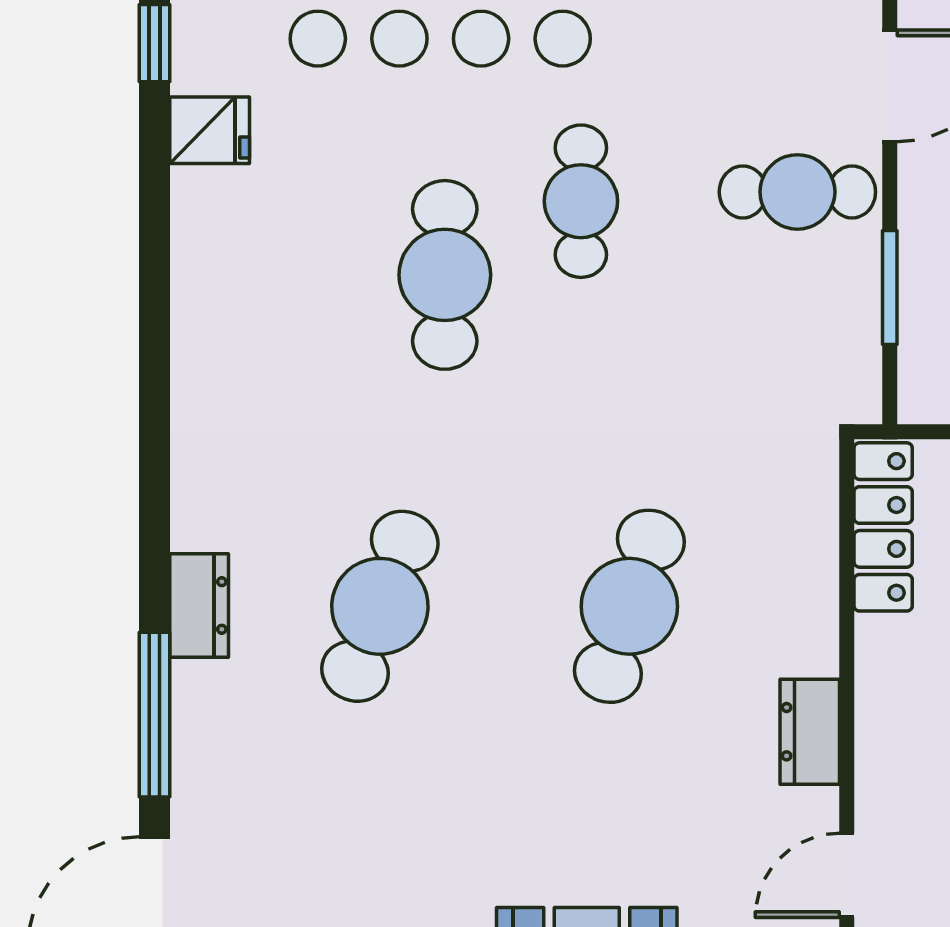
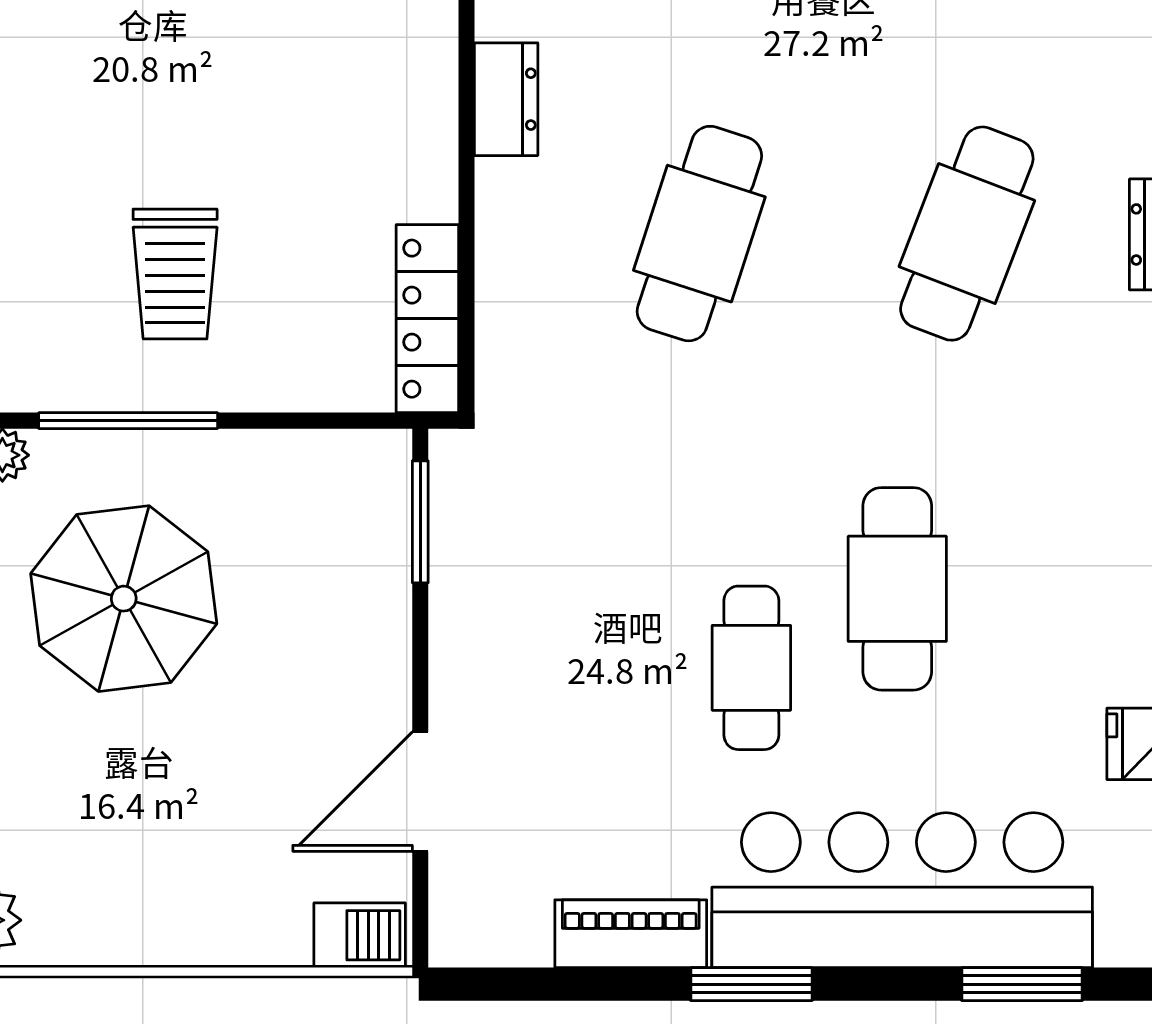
cafe table: (797, 192) -> (519, 678), removed
window: (890, 287) -> (420, 522), moved

